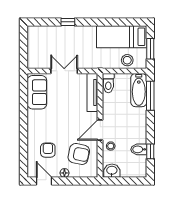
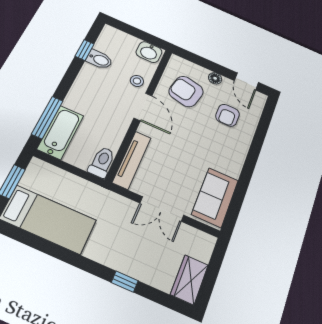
wardrobe: (34, 38) -> (189, 280), added
stool: (127, 60) -> (57, 181), removed
door: (100, 130) -> (143, 107), hinge flipped

